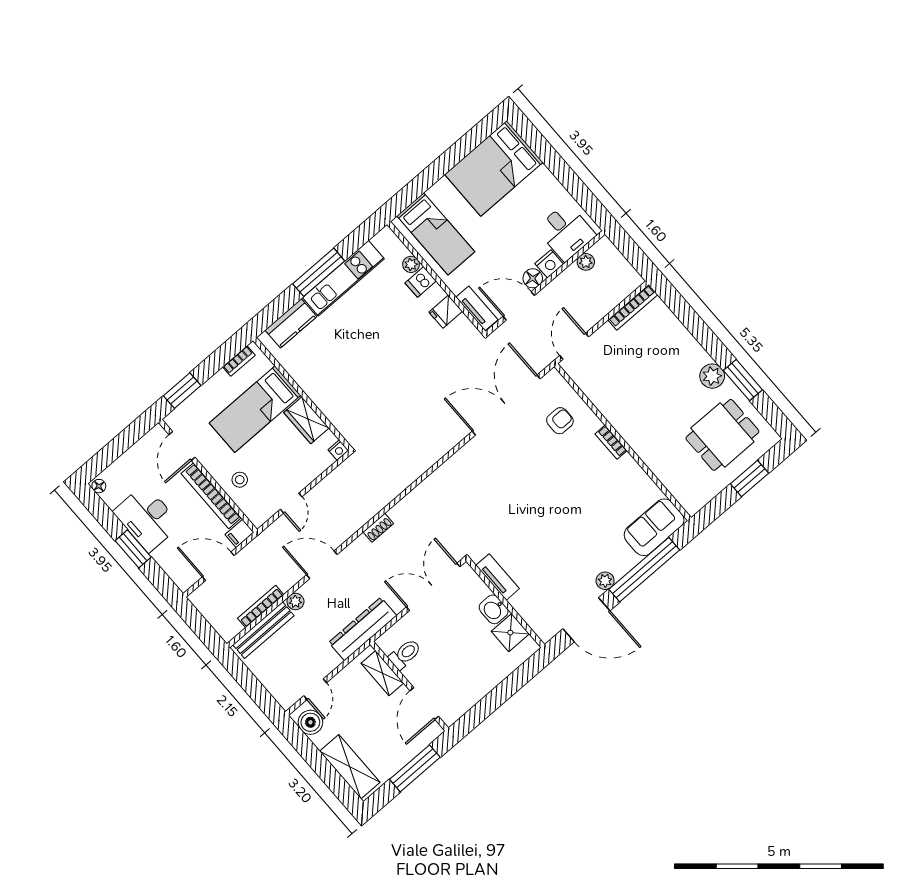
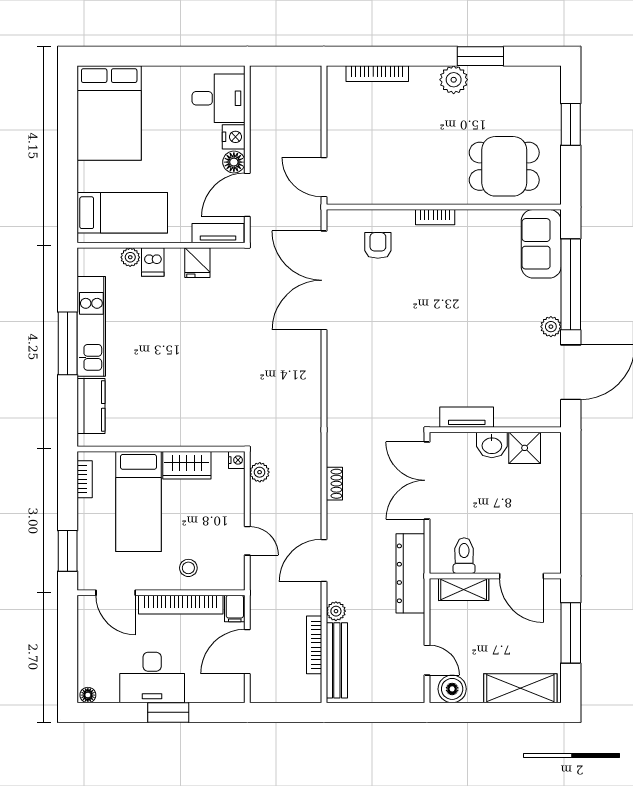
plant: (586, 262) -> (260, 472), moved
bookcase: (633, 307) -> (377, 74), moved, turned 90
dining table: (722, 435) -> (504, 166), moved, turned 90

